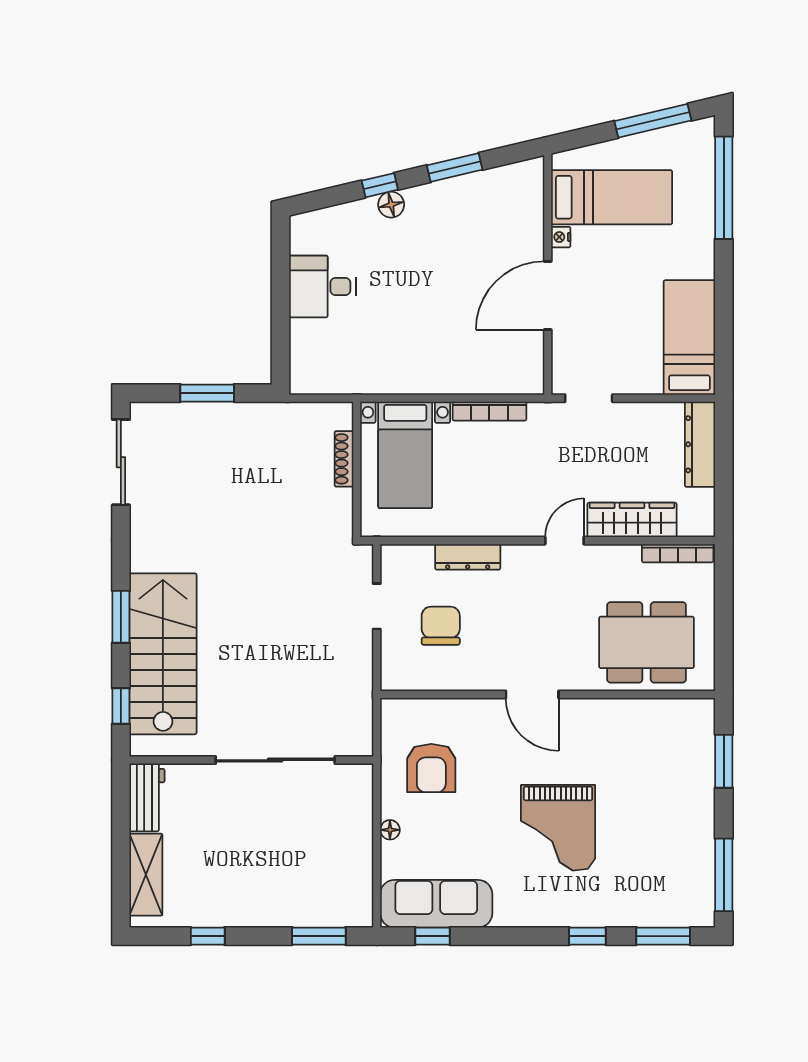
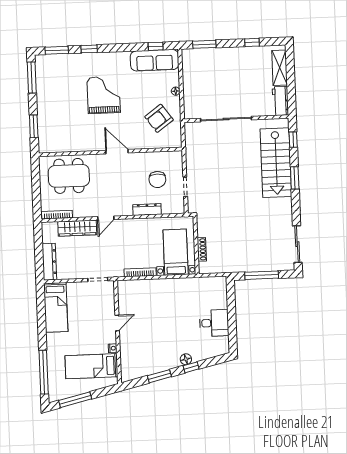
door: (548, 295) -> (117, 323), width x0.53
window: (207, 393) -> (262, 275), width x1.44
armchair: (431, 768) -> (159, 118), turned -126

